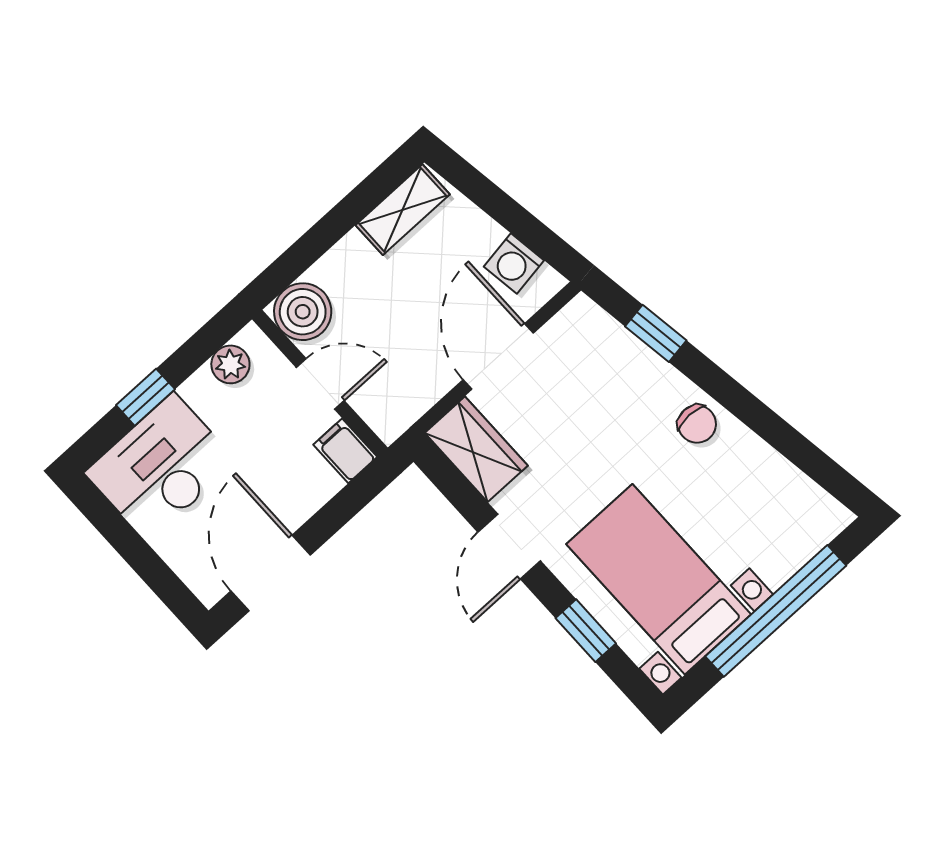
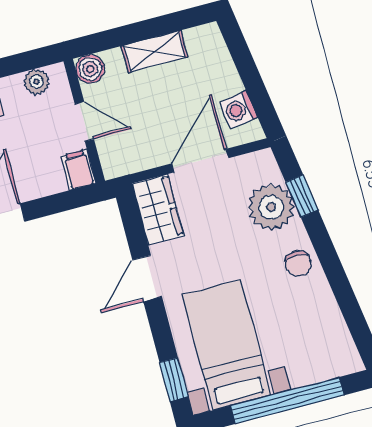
shelving: (403, 210) -> (154, 51), moved
boiler: (303, 312) -> (90, 69), width x0.73, depth x0.73
plant: (623, 369) -> (271, 207), added
window: (586, 631) -> (174, 380), moved

